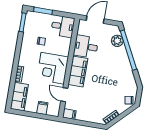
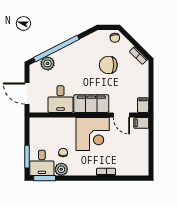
desk: (63, 26) -> (42, 163), moved, turned 180
plant: (28, 37) -> (61, 169), added
chair: (107, 91) -> (108, 65), added
door: (64, 95) -> (121, 115), hinge flipped
filing cabinet: (19, 97) -> (133, 167), removed
filing cabinet: (42, 108) -> (141, 123), moved

